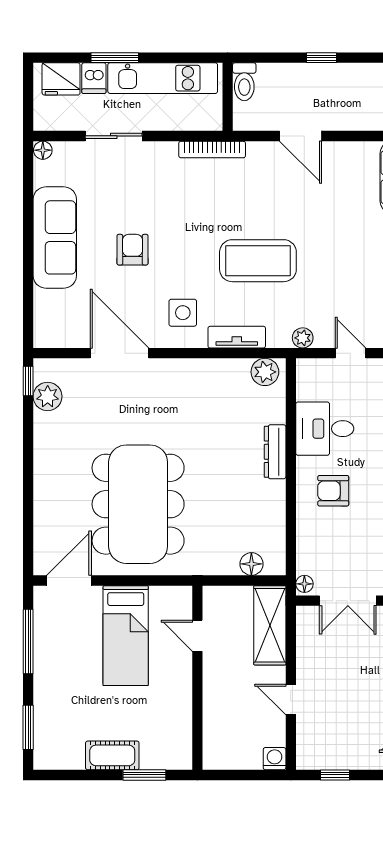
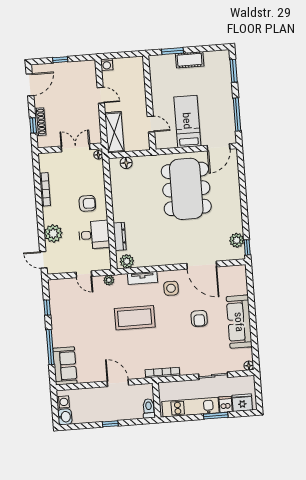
dresser: (275, 452) -> (120, 236), moved
window: (335, 775) -> (60, 60), moved

